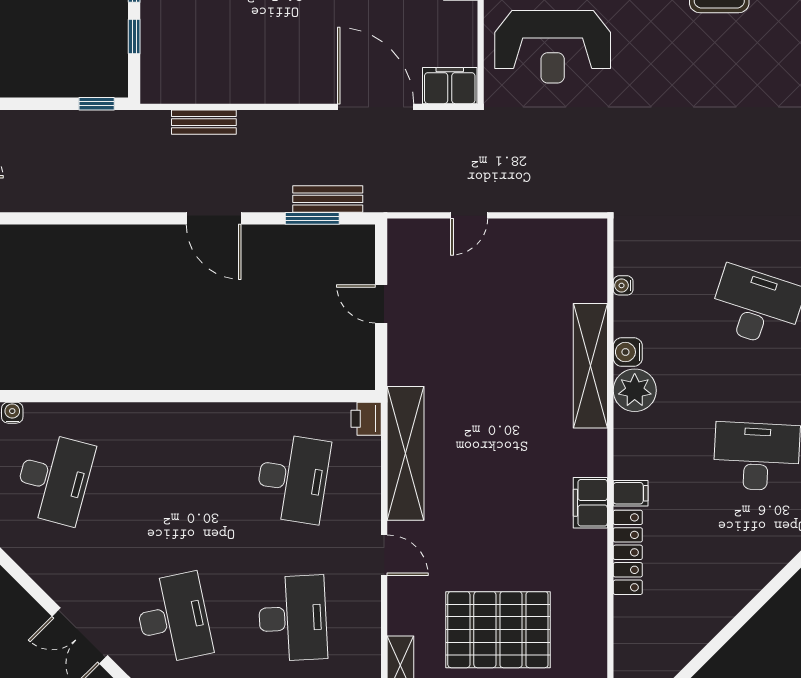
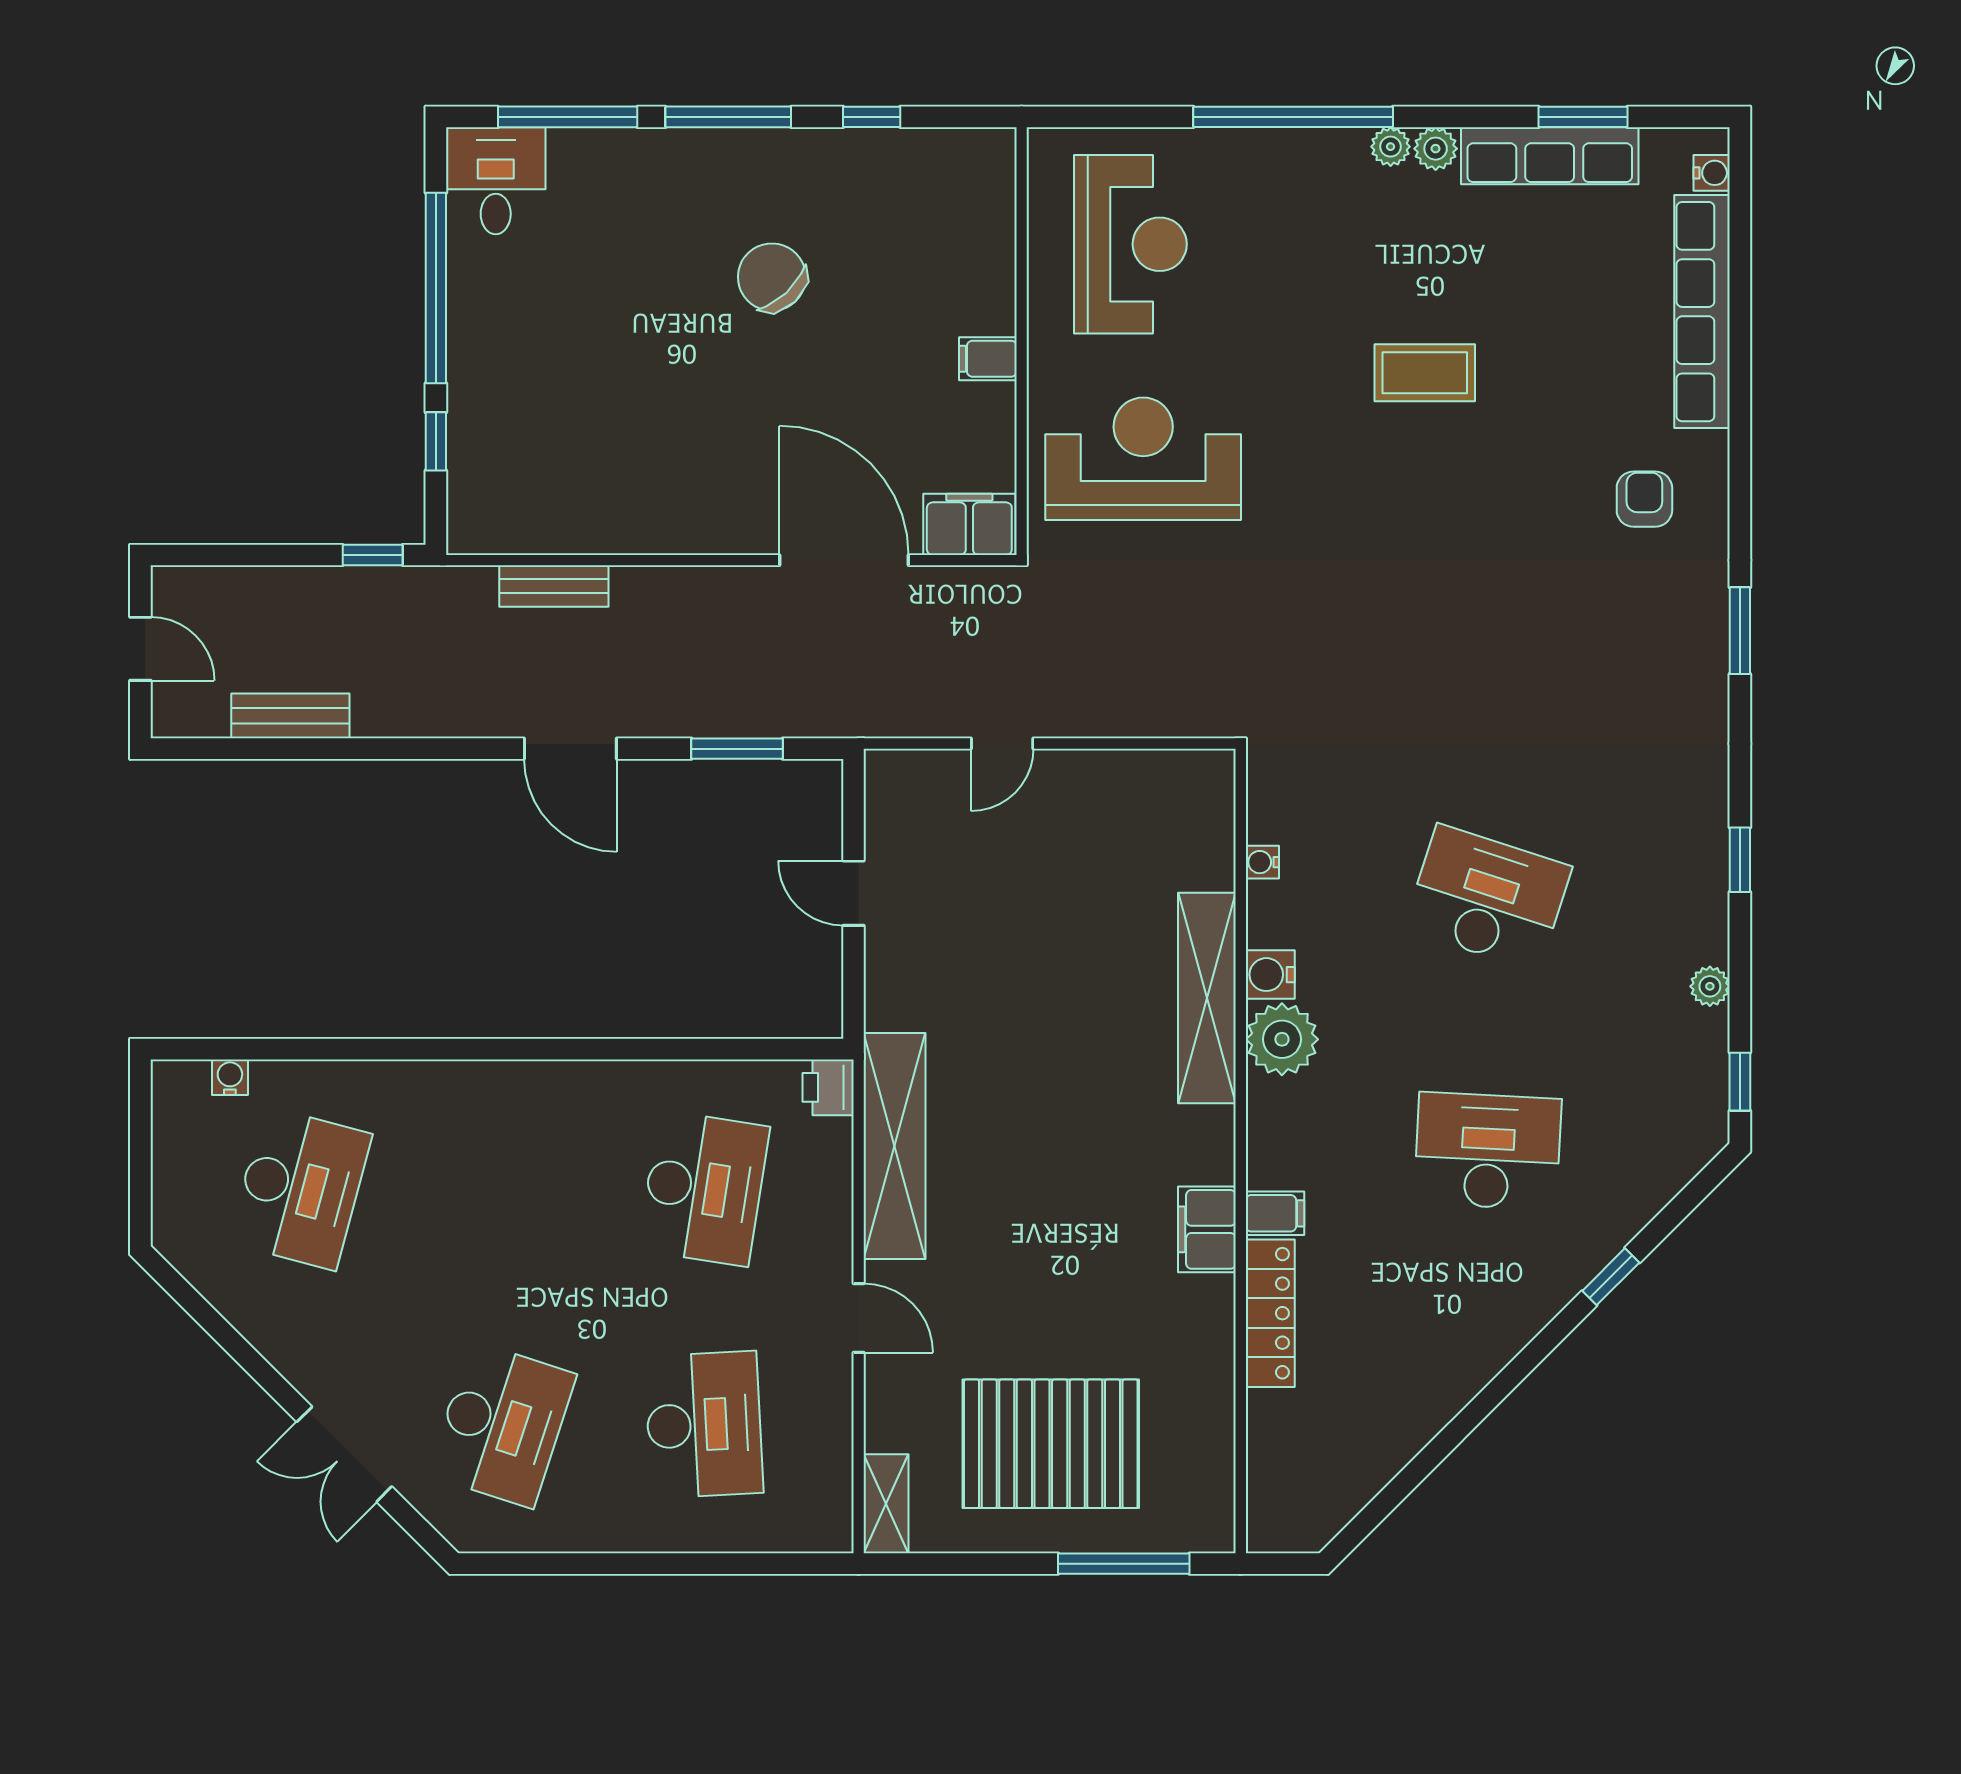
reception desk: (553, 47) -> (1143, 459), turned 180
bench: (328, 199) -> (290, 716), moved
desk: (173, 618) -> (502, 1425), turned 30

